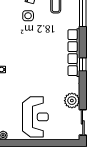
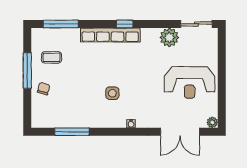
side table: (28, 16) -> (112, 93), moved
reception desk: (35, 117) -> (190, 82), turned 180

